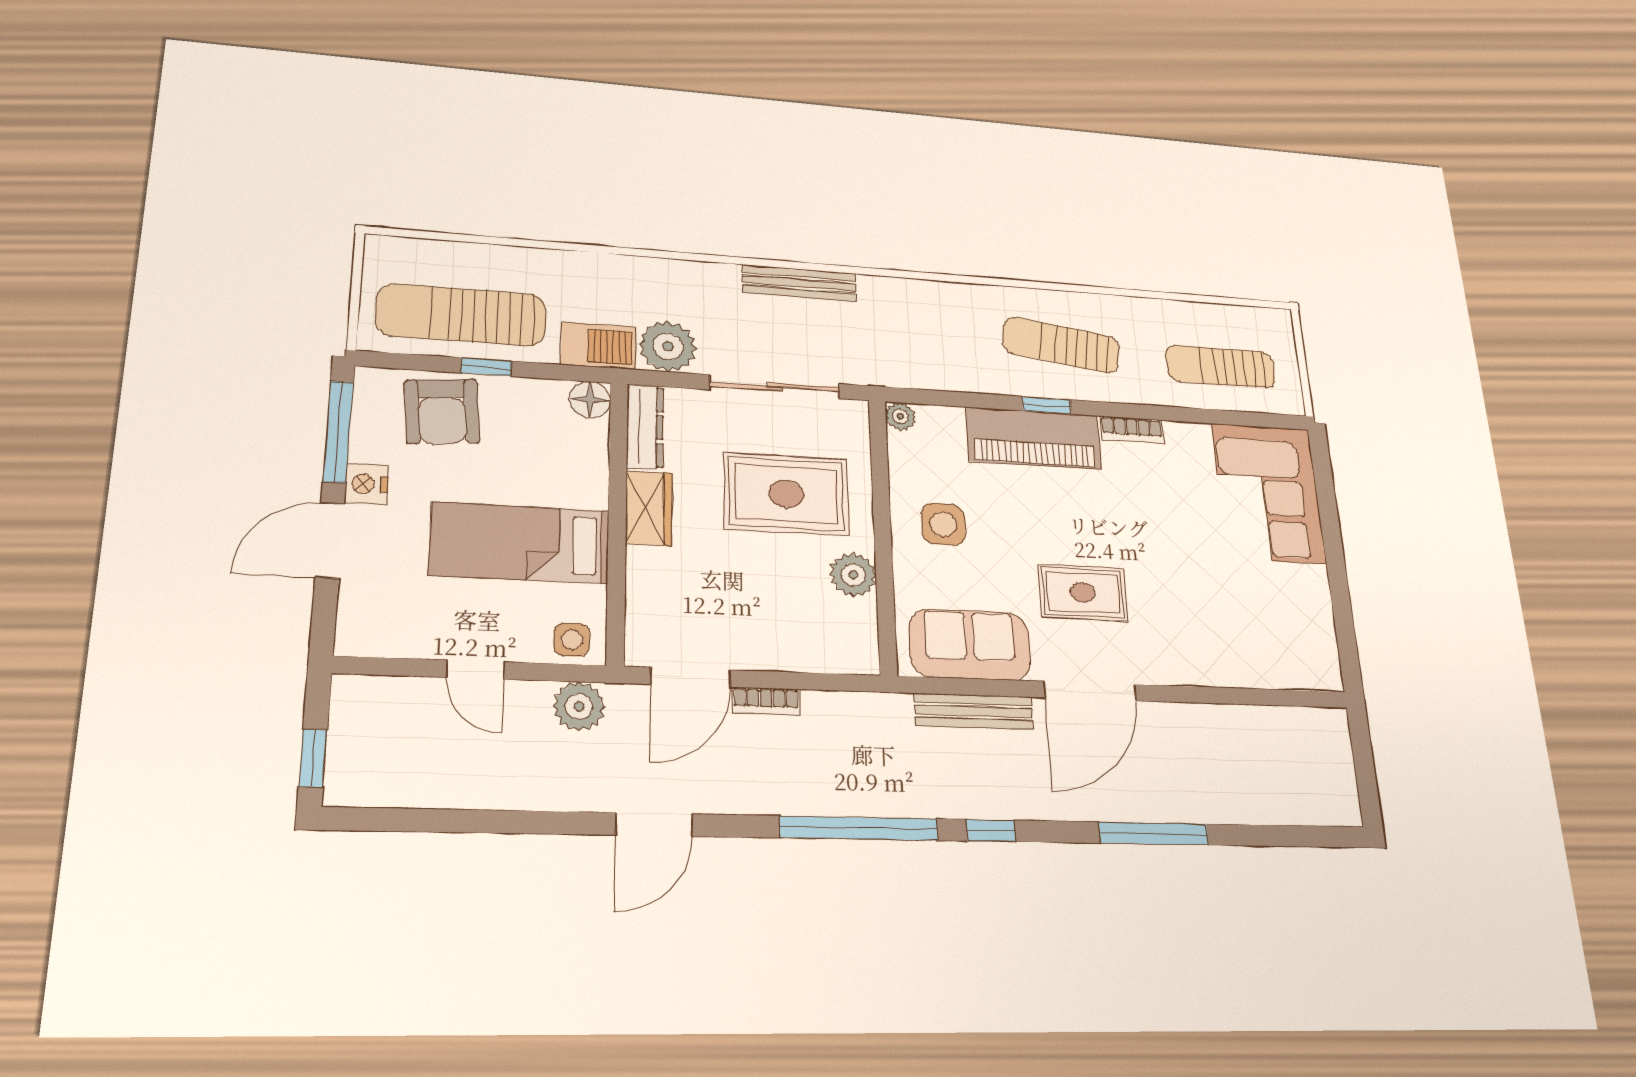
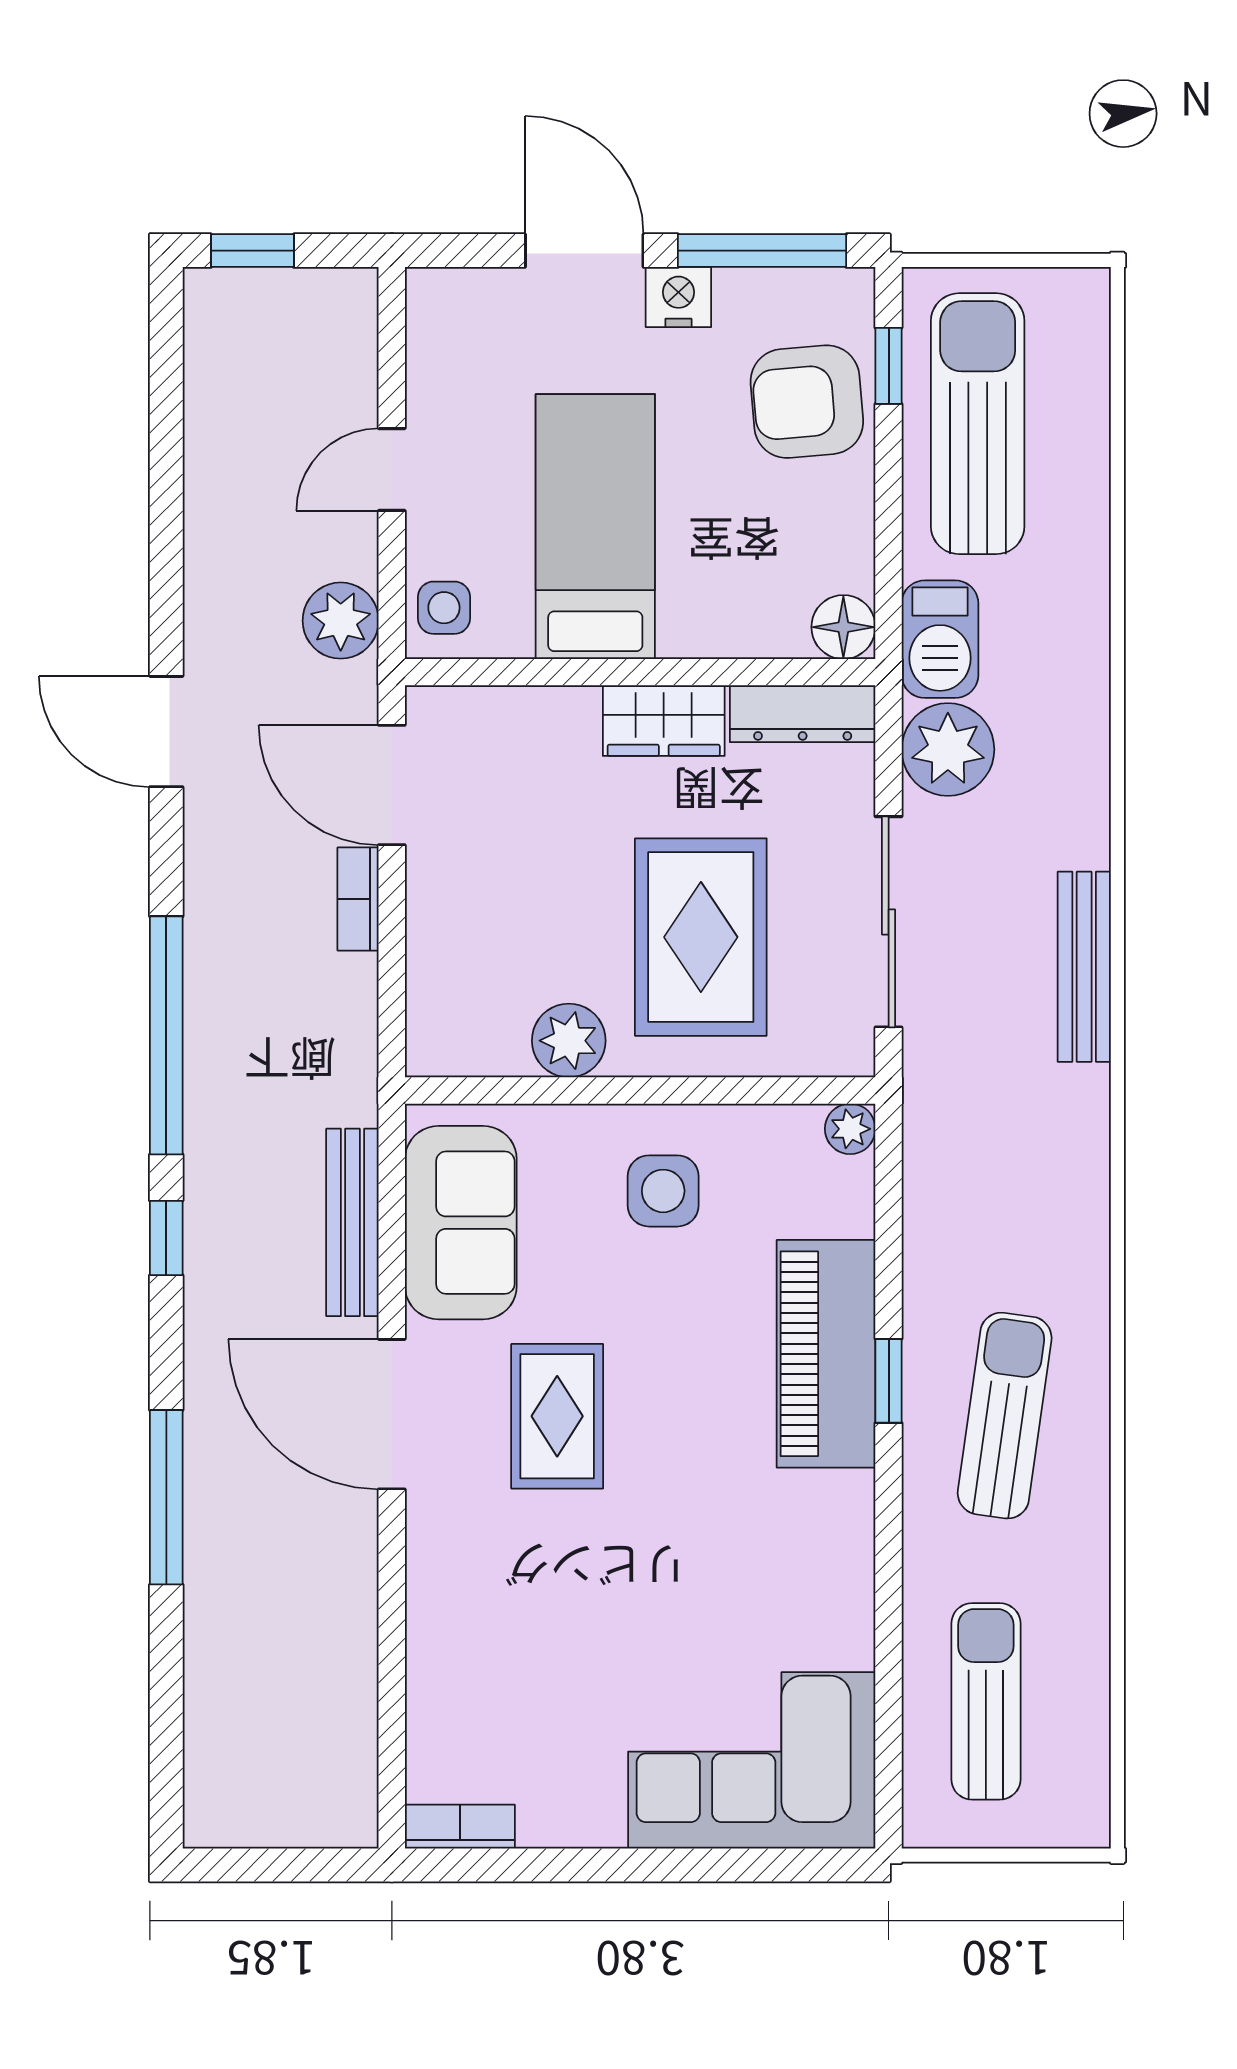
window: (486, 367) -> (889, 366), moved
bookcase: (1132, 430) -> (460, 1827), moved, turned 90

